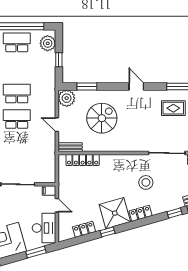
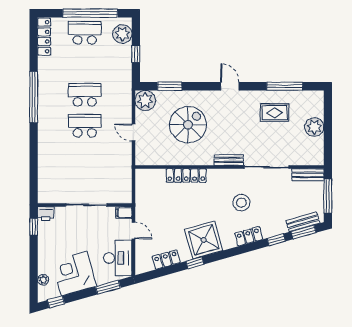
bench: (70, 147) -> (229, 160), moved
locker: (83, 160) -> (186, 176), moved
locker: (141, 213) -> (249, 236), moved

